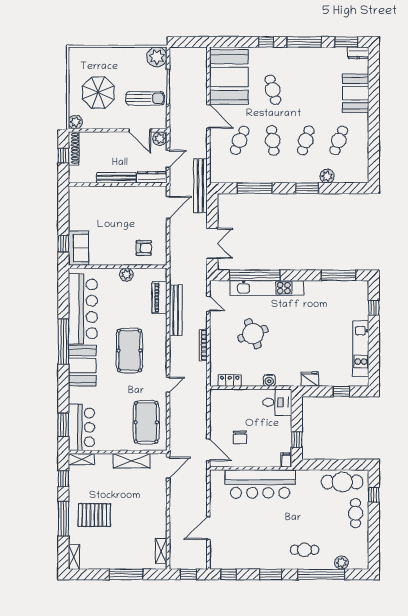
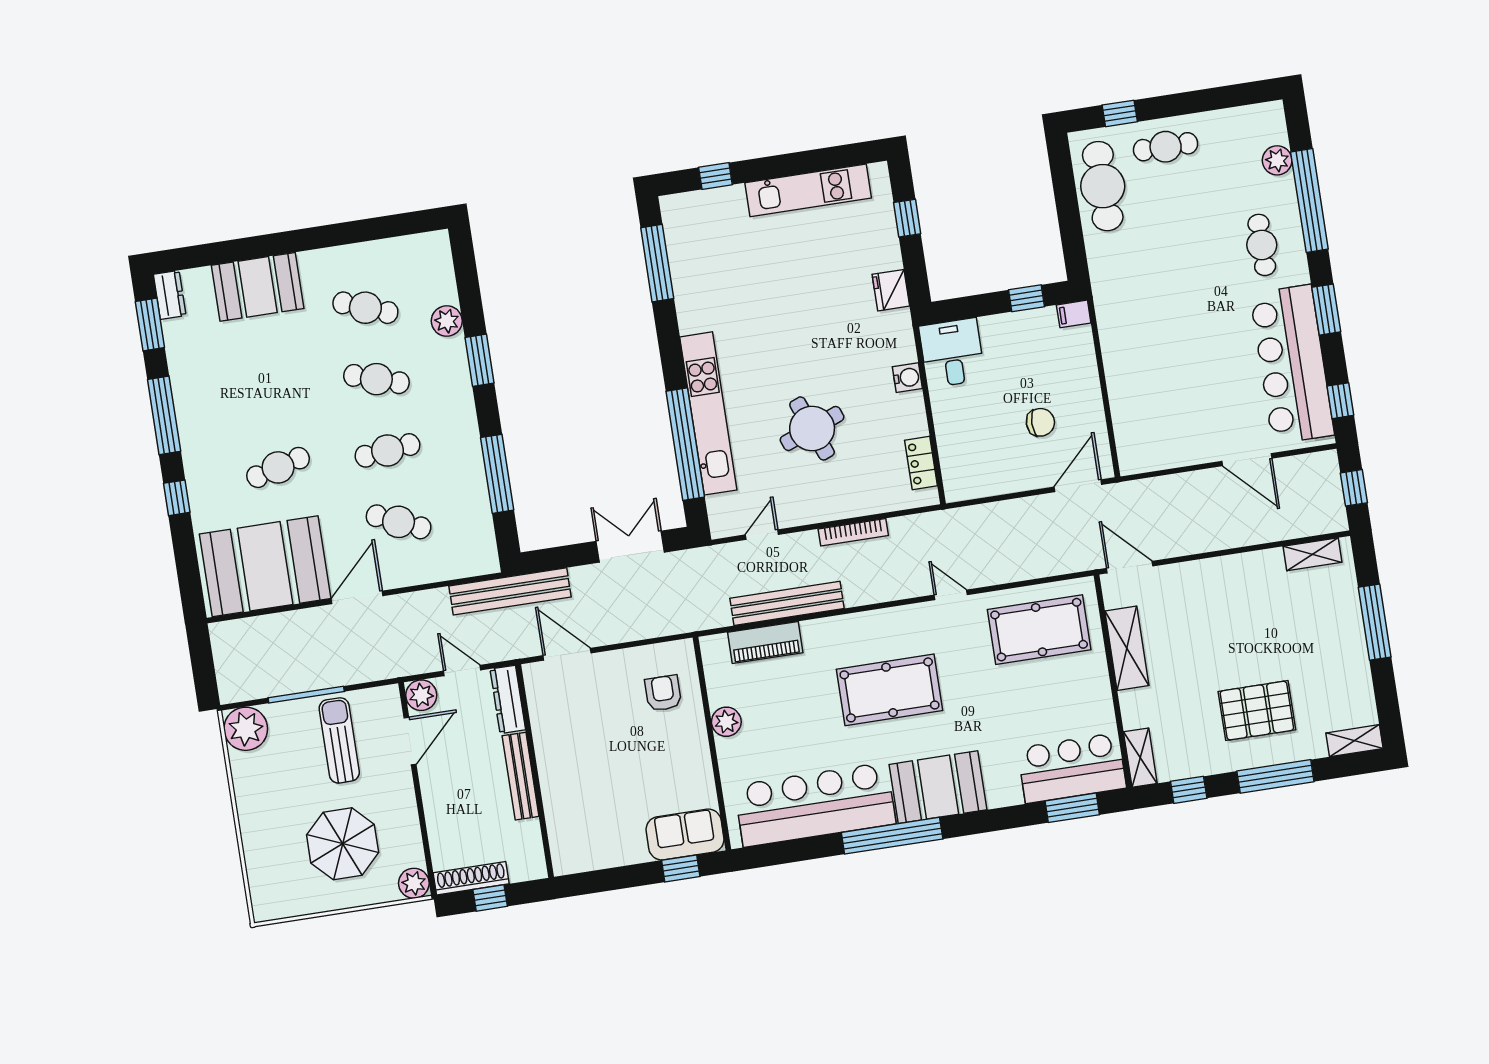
bar counter: (260, 484) -> (1292, 364), moved, turned 180
pallet: (94, 515) -> (1257, 711), turned 90

